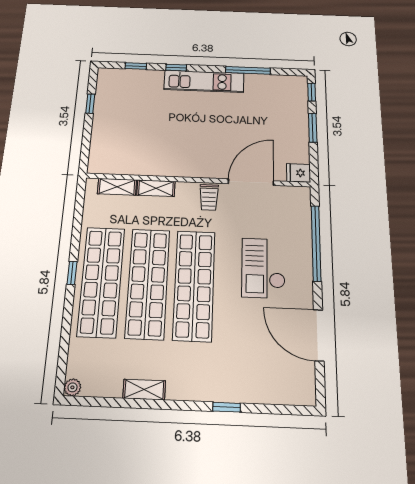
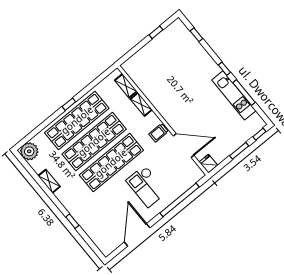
window: (176, 68) -> (224, 69), moved
kitchen unit: (204, 81) -> (234, 95), moved
checkout: (263, 268) -> (146, 186), turned -90
plant: (72, 387) -> (29, 151), width x1.87, depth x1.87

